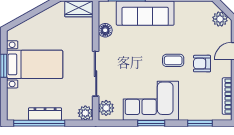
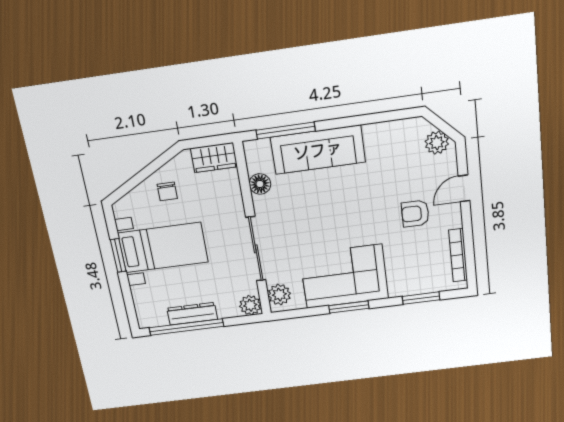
chair: (45, 27) -> (167, 191), added
coffee table: (173, 60) -> (370, 215), removed

